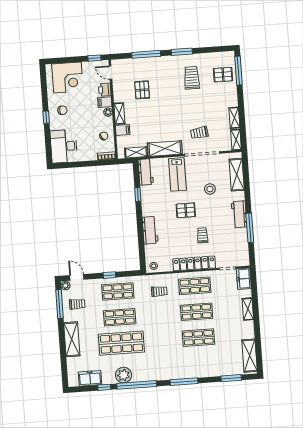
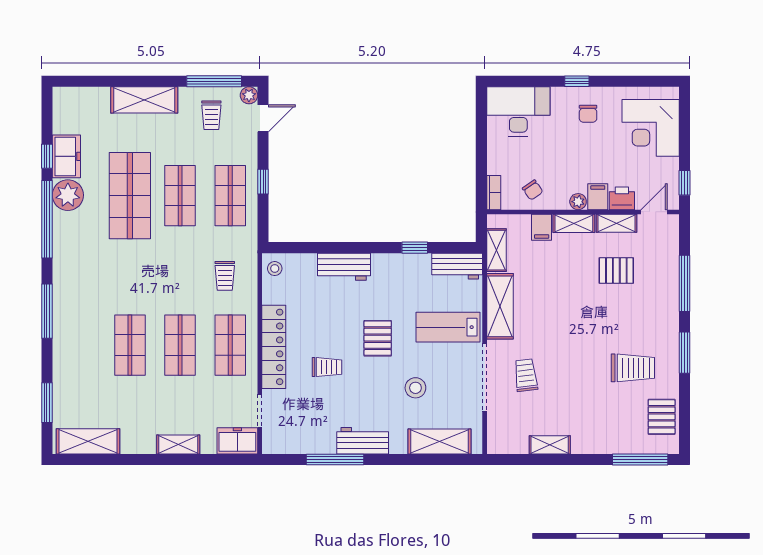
pallet: (223, 75) -> (662, 417), moved
shelving: (236, 140) -> (617, 223), moved
freezer: (90, 378) -> (66, 156), moved

